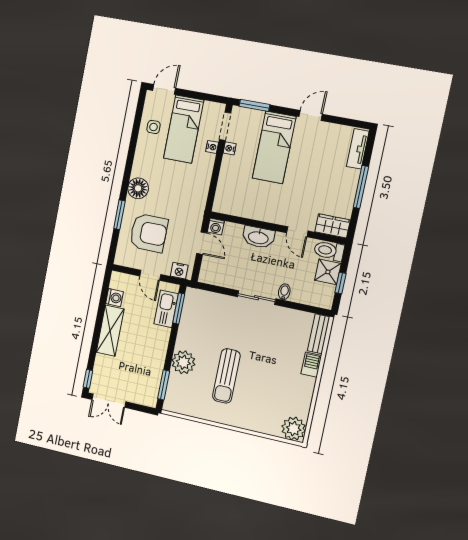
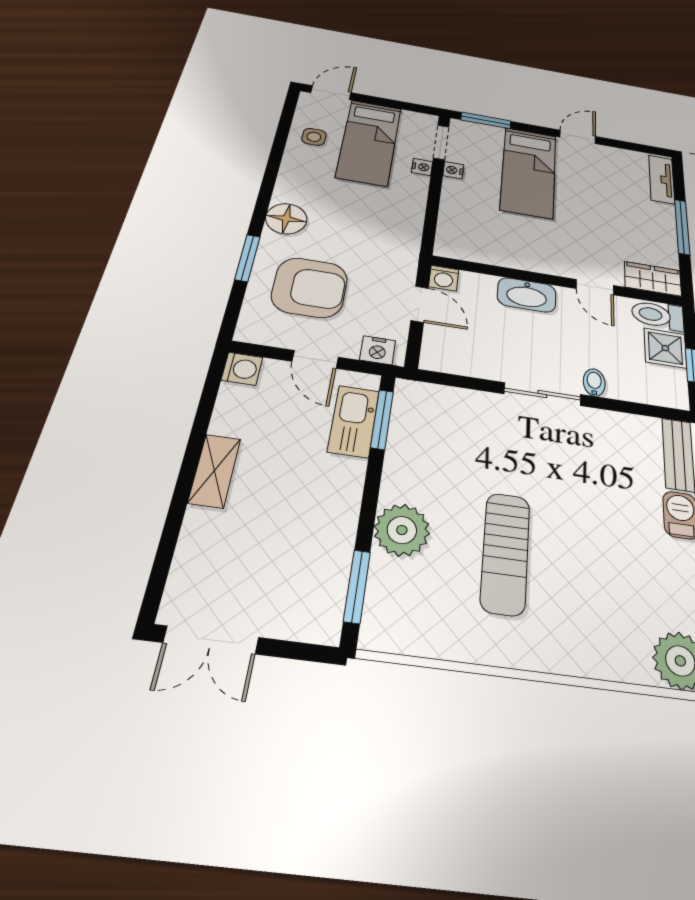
washing machine: (114, 298) -> (242, 369), moved
shelving: (110, 331) -> (215, 471), width x0.67, depth x0.75
window: (88, 379) -> (155, 588), removed

